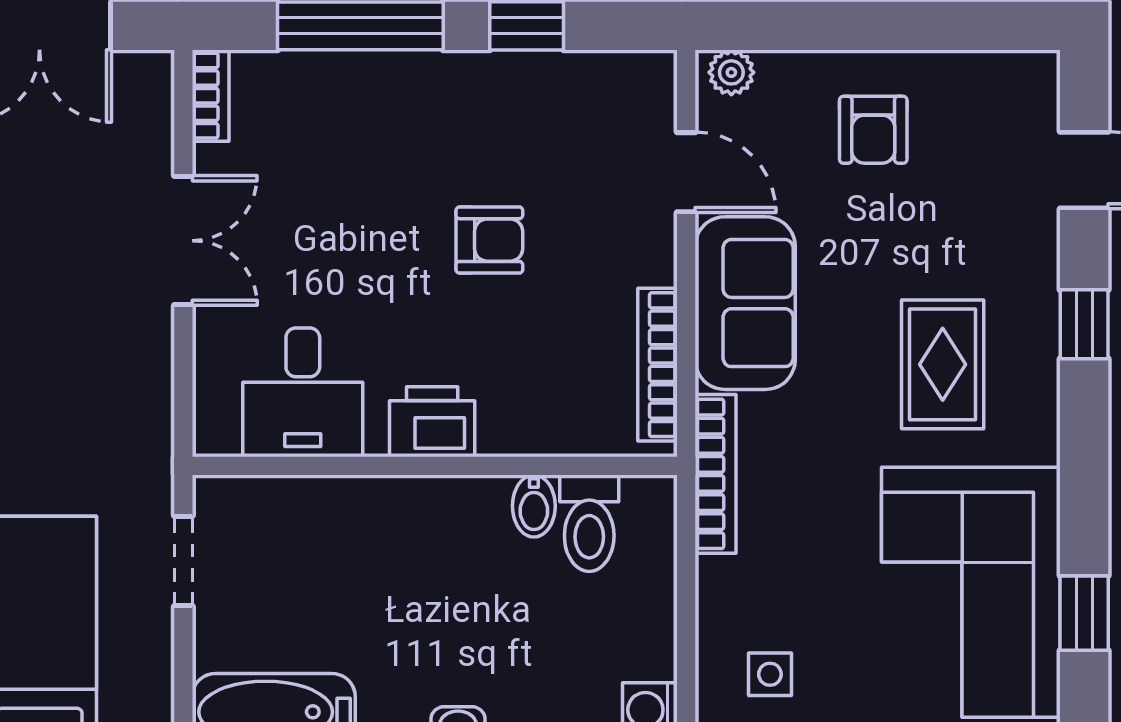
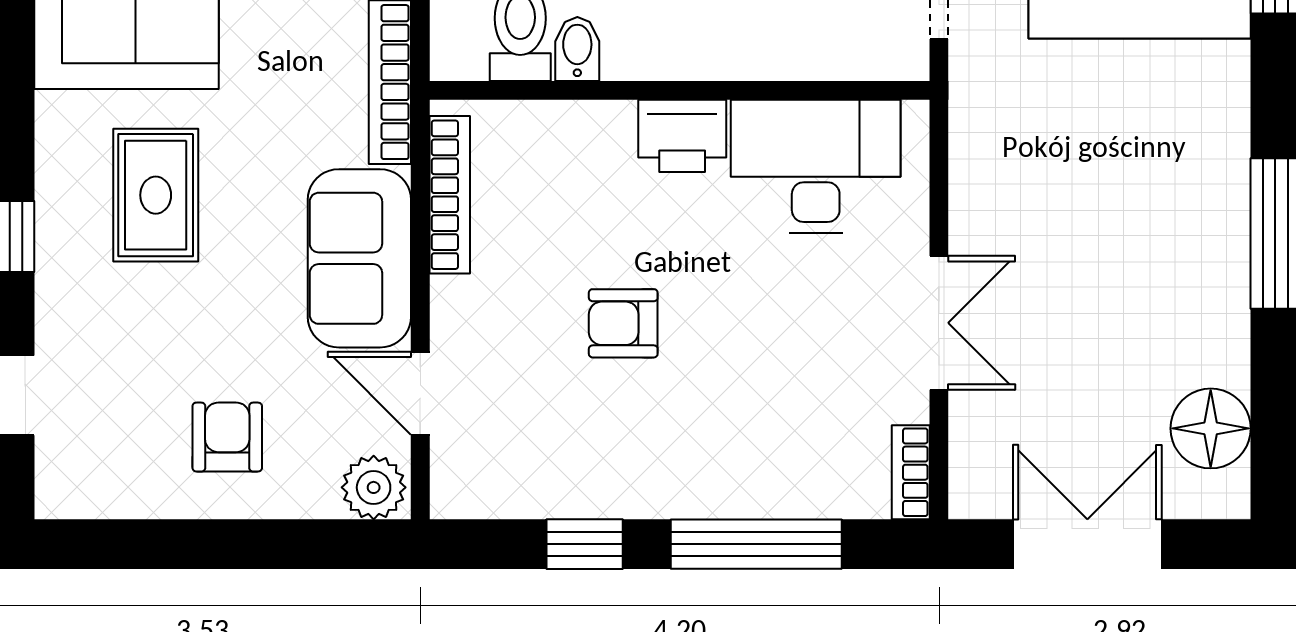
plant: (731, 72) -> (374, 487), width x1.38, depth x1.38
double door: (183, 241) -> (939, 323), swing flipped
desk: (303, 392) -> (816, 166), width x1.37

